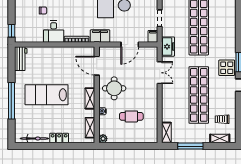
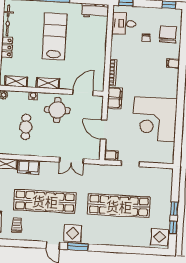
desk: (54, 32) -> (124, 24), moved
freezer: (168, 47) -> (29, 167), moved

